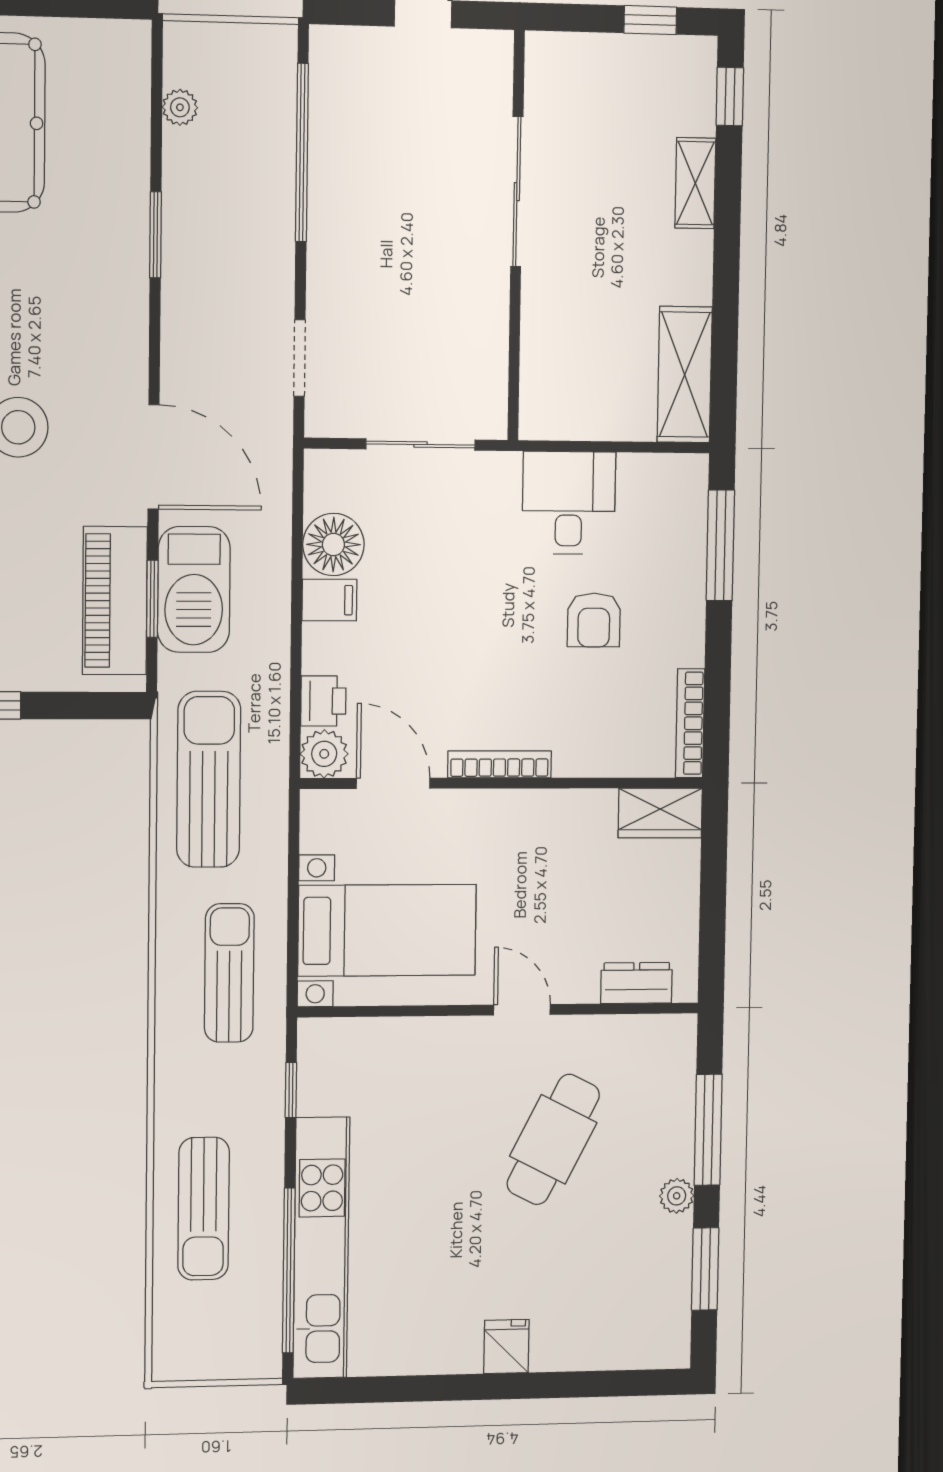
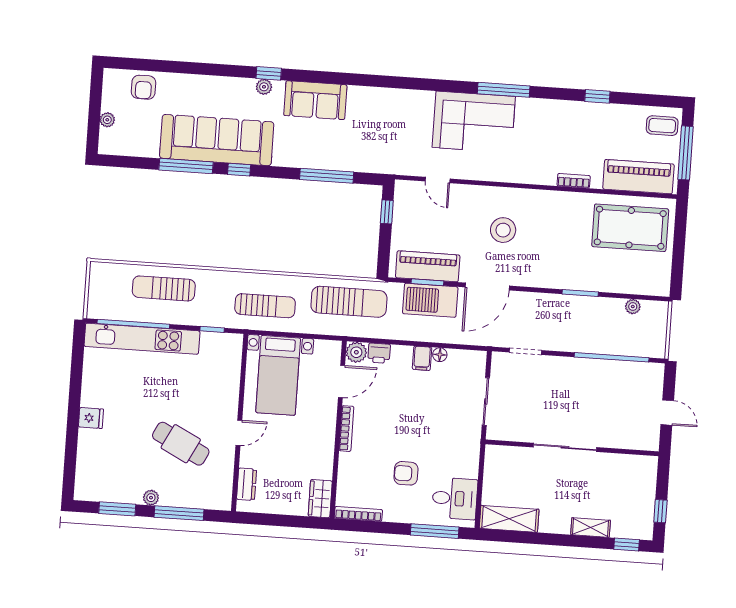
sliding door: (517, 192) -> (565, 447), moved
desk: (569, 503) -> (455, 498), moved
floor lamp: (333, 544) -> (440, 355), width x0.53, depth x0.53

